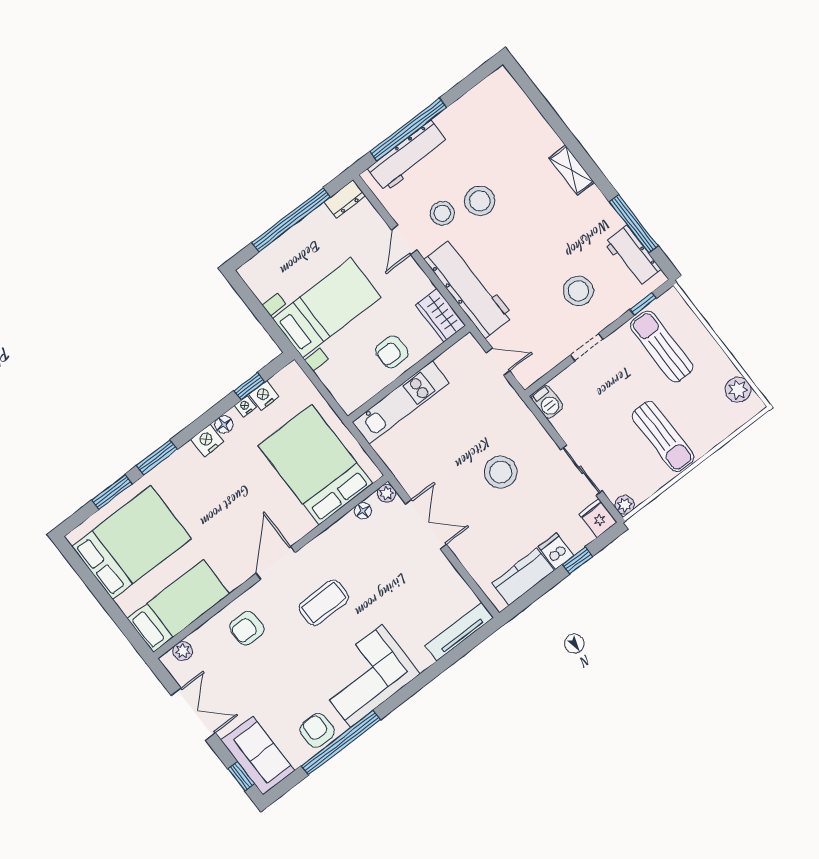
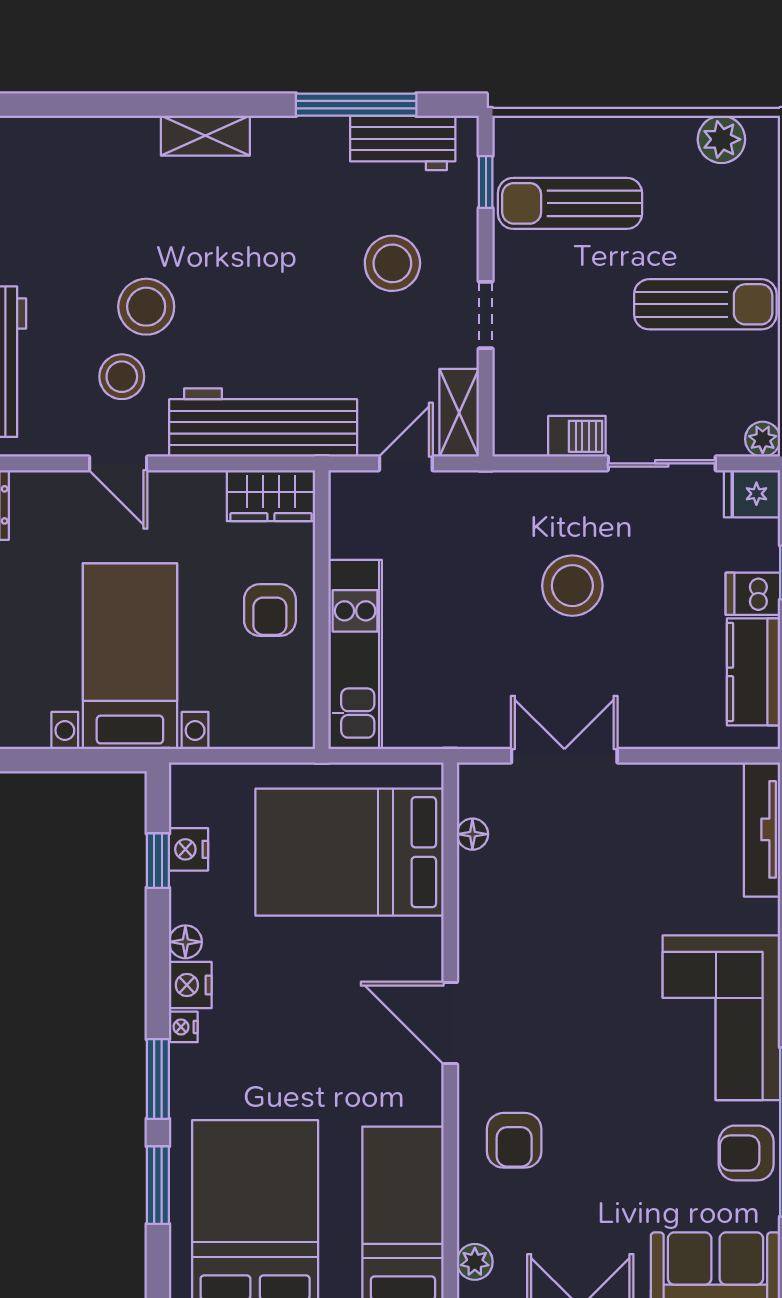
shelving: (537, 368) -> (459, 413), added
barbecue: (547, 402) -> (577, 436), moved
nightstand: (245, 406) -> (183, 1027), moved
plant: (387, 493) -> (474, 779), removed
coffee table: (324, 603) -> (564, 997), removed

